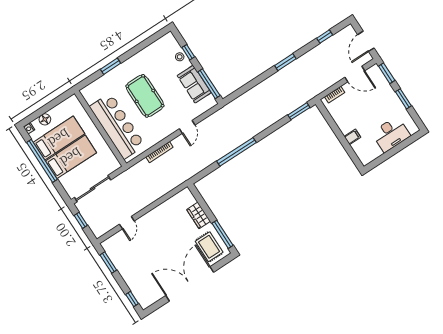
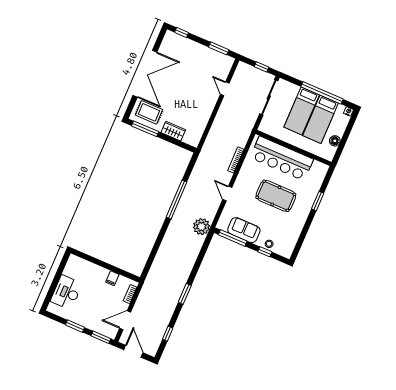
window: (299, 111) -> (149, 263), removed
plant: (230, 113) -> (201, 227), added
floor lamp: (45, 119) -> (335, 141), moved
filing cabinet: (352, 137) -> (112, 278), moved

